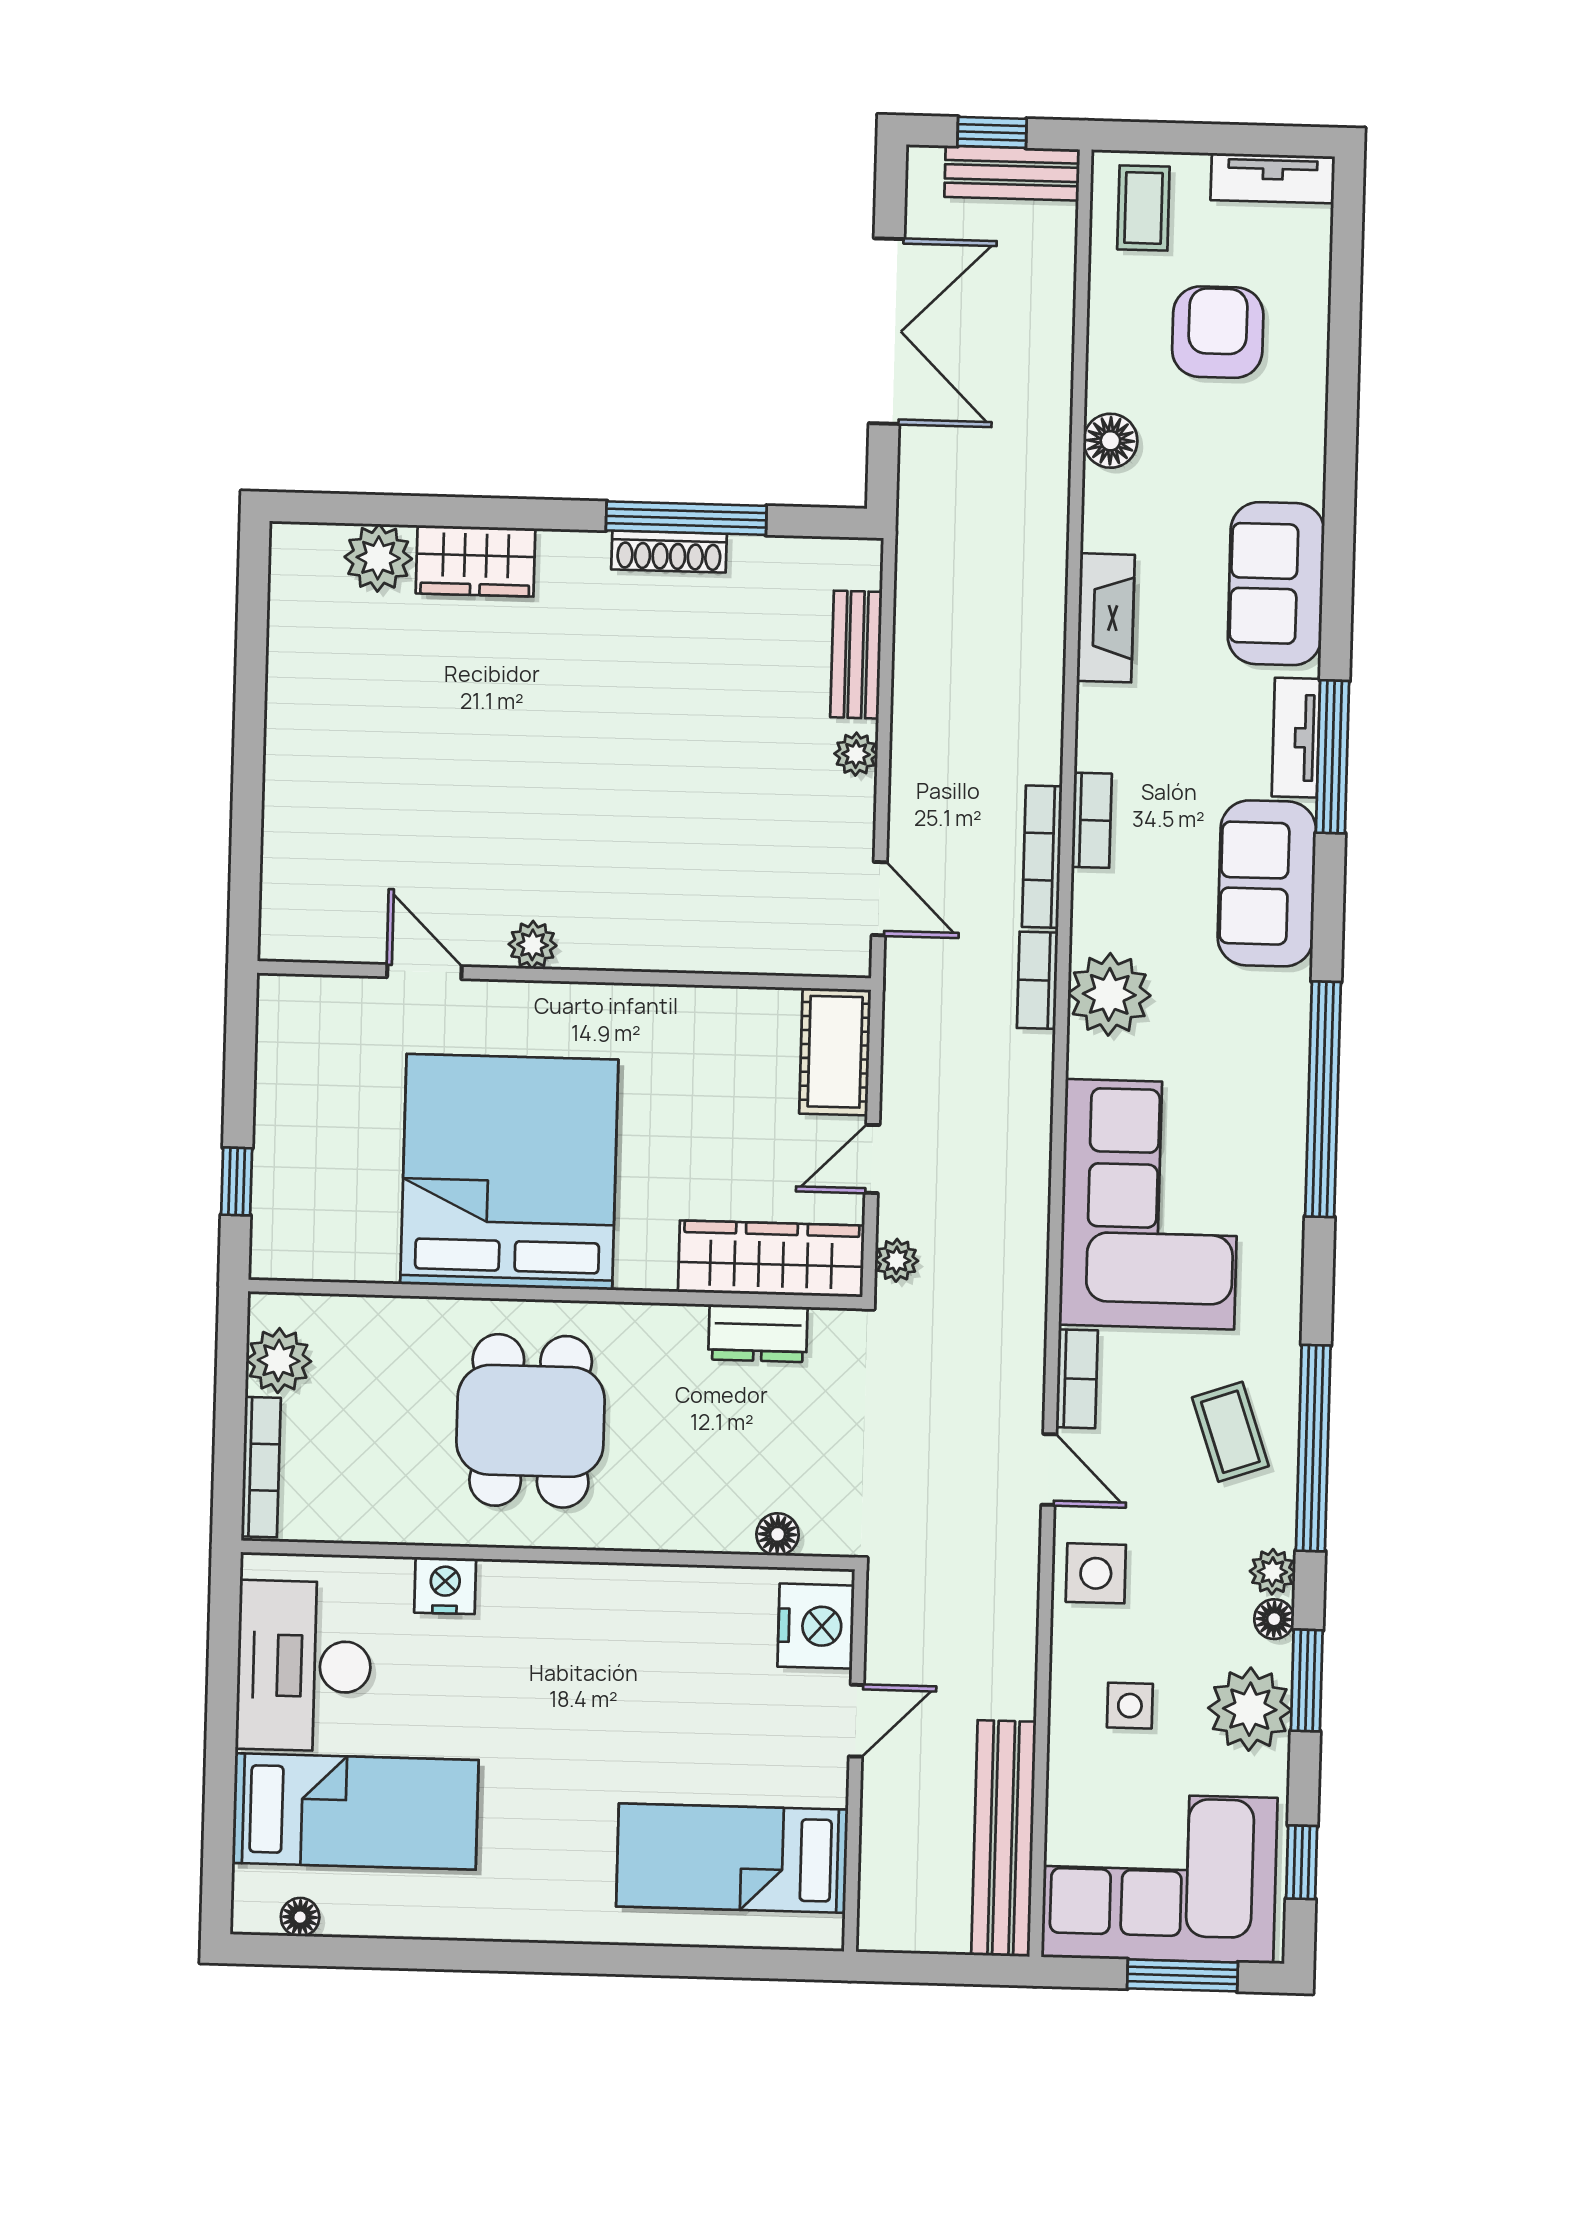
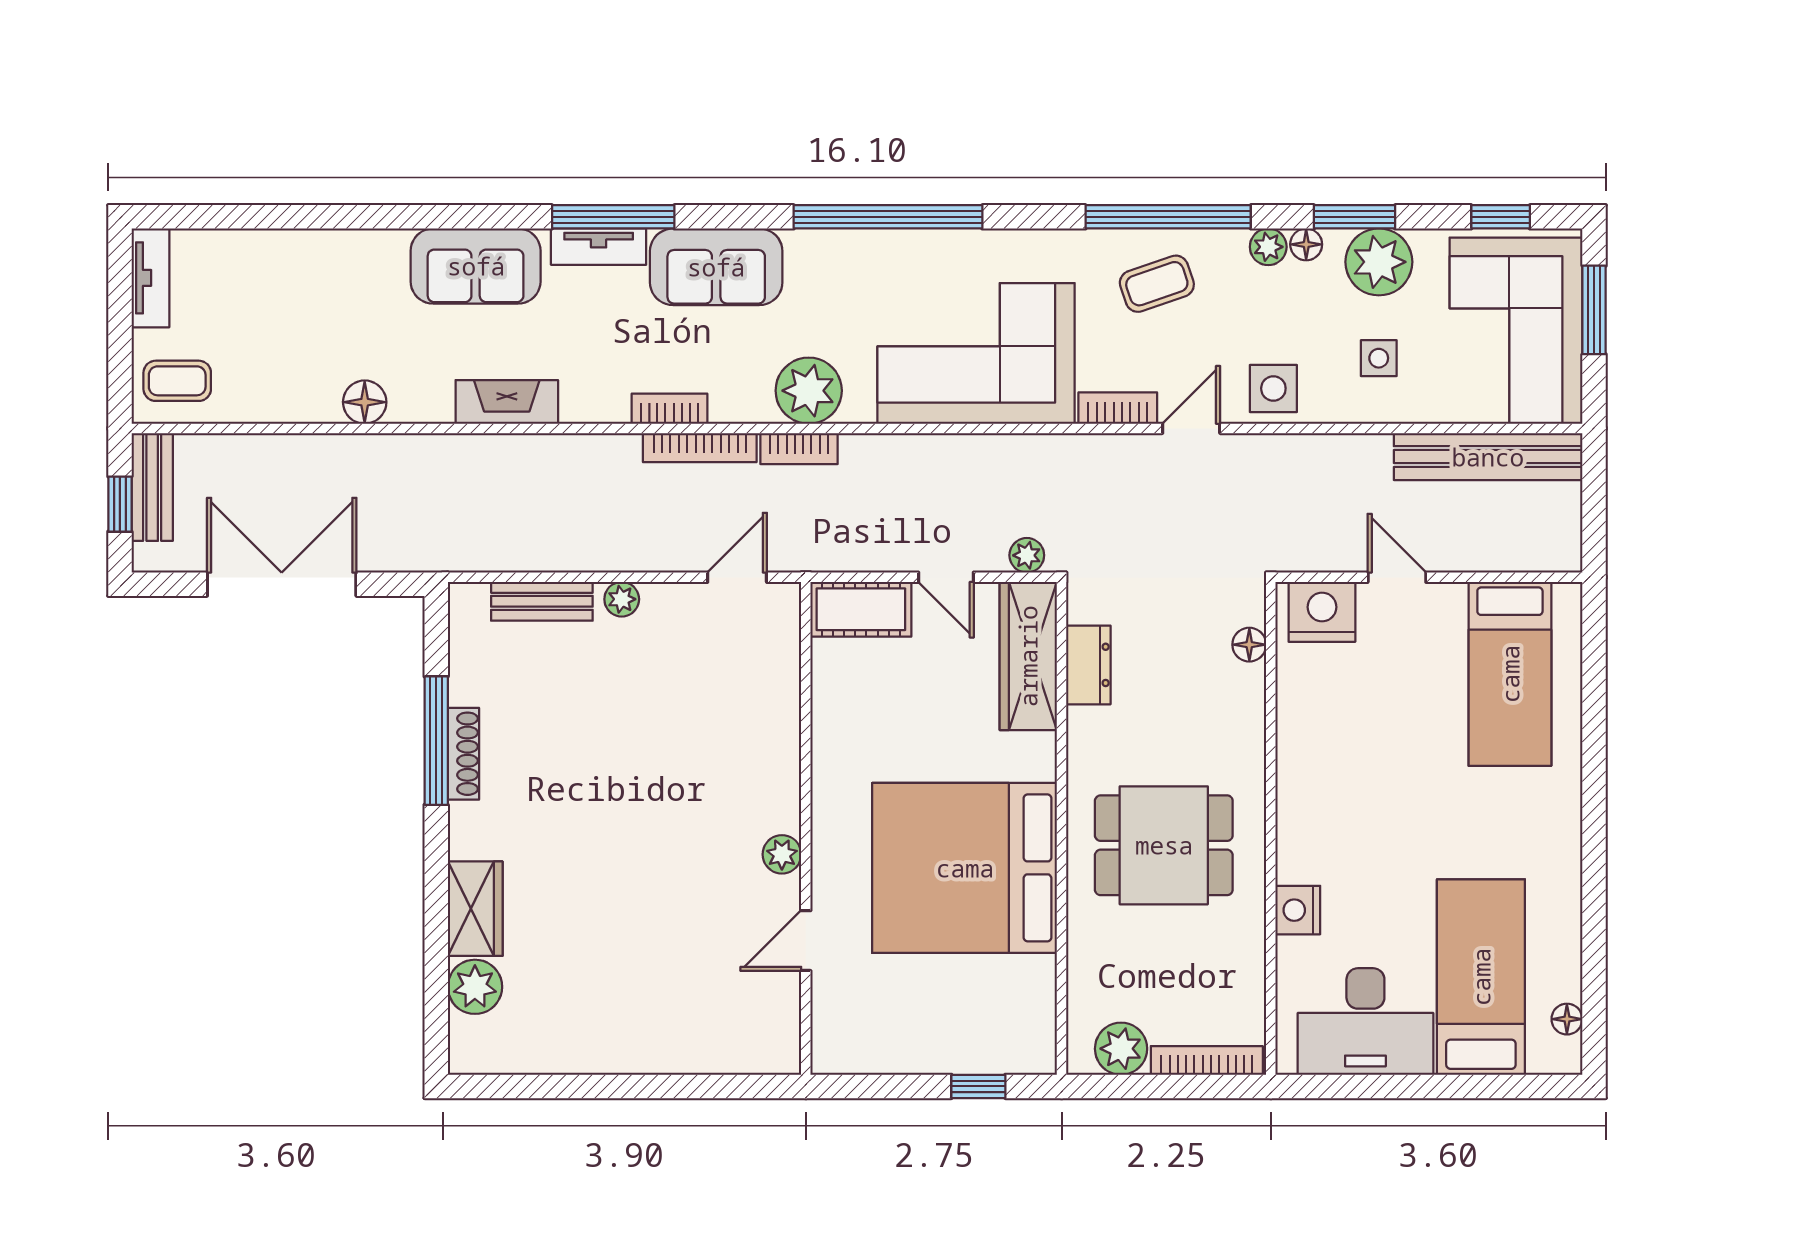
armchair: (1218, 332) -> (275, 319), removed

